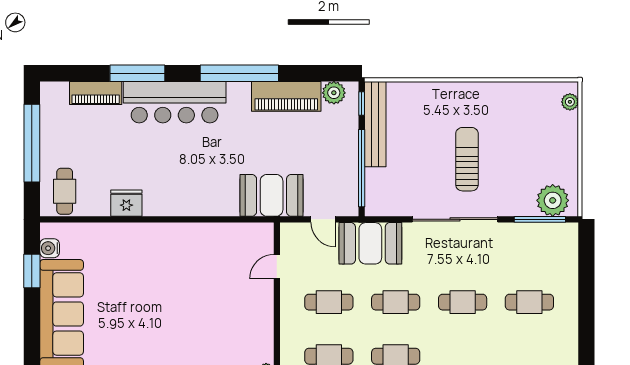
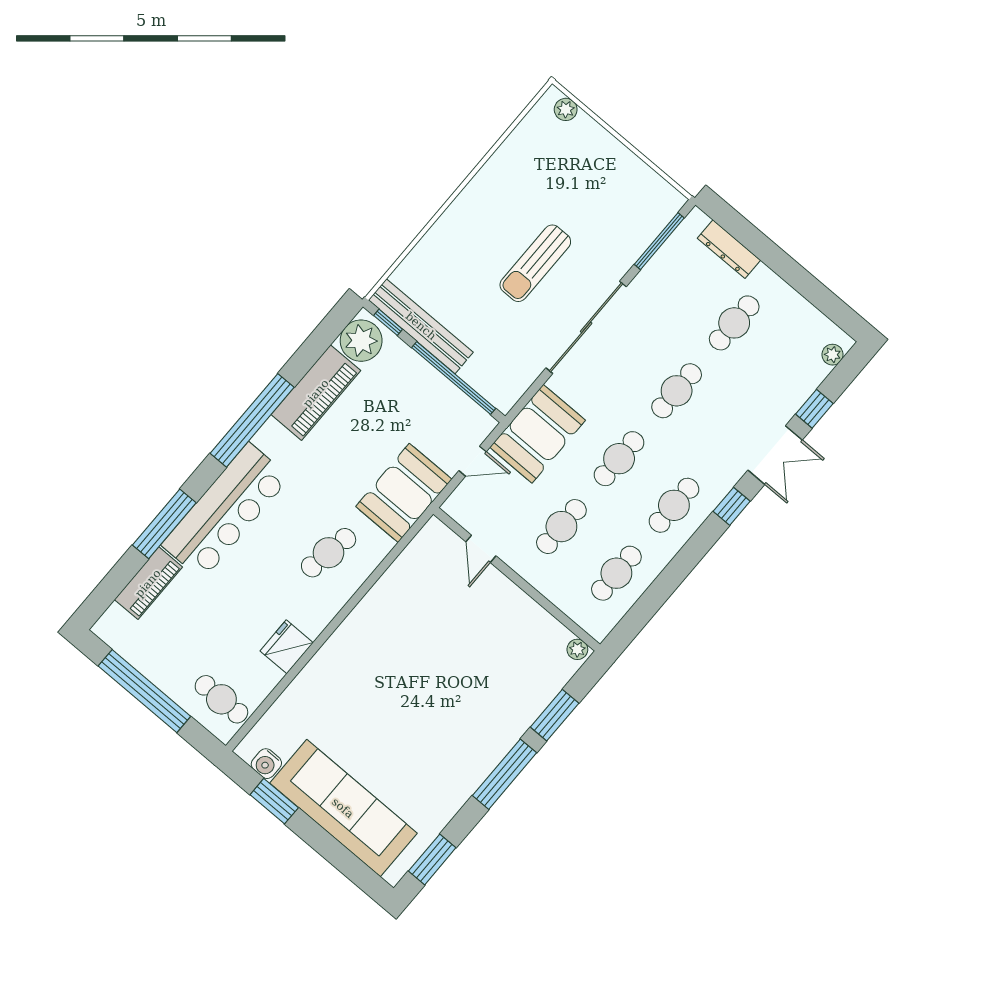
plant: (334, 93) -> (361, 341), width x1.36, depth x1.36
sun lounger: (467, 159) -> (535, 263), turned -90
cafe table: (201, 181) -> (329, 553), added
plant: (553, 200) -> (651, 212), removed
dresser: (569, 263) -> (729, 249), added

